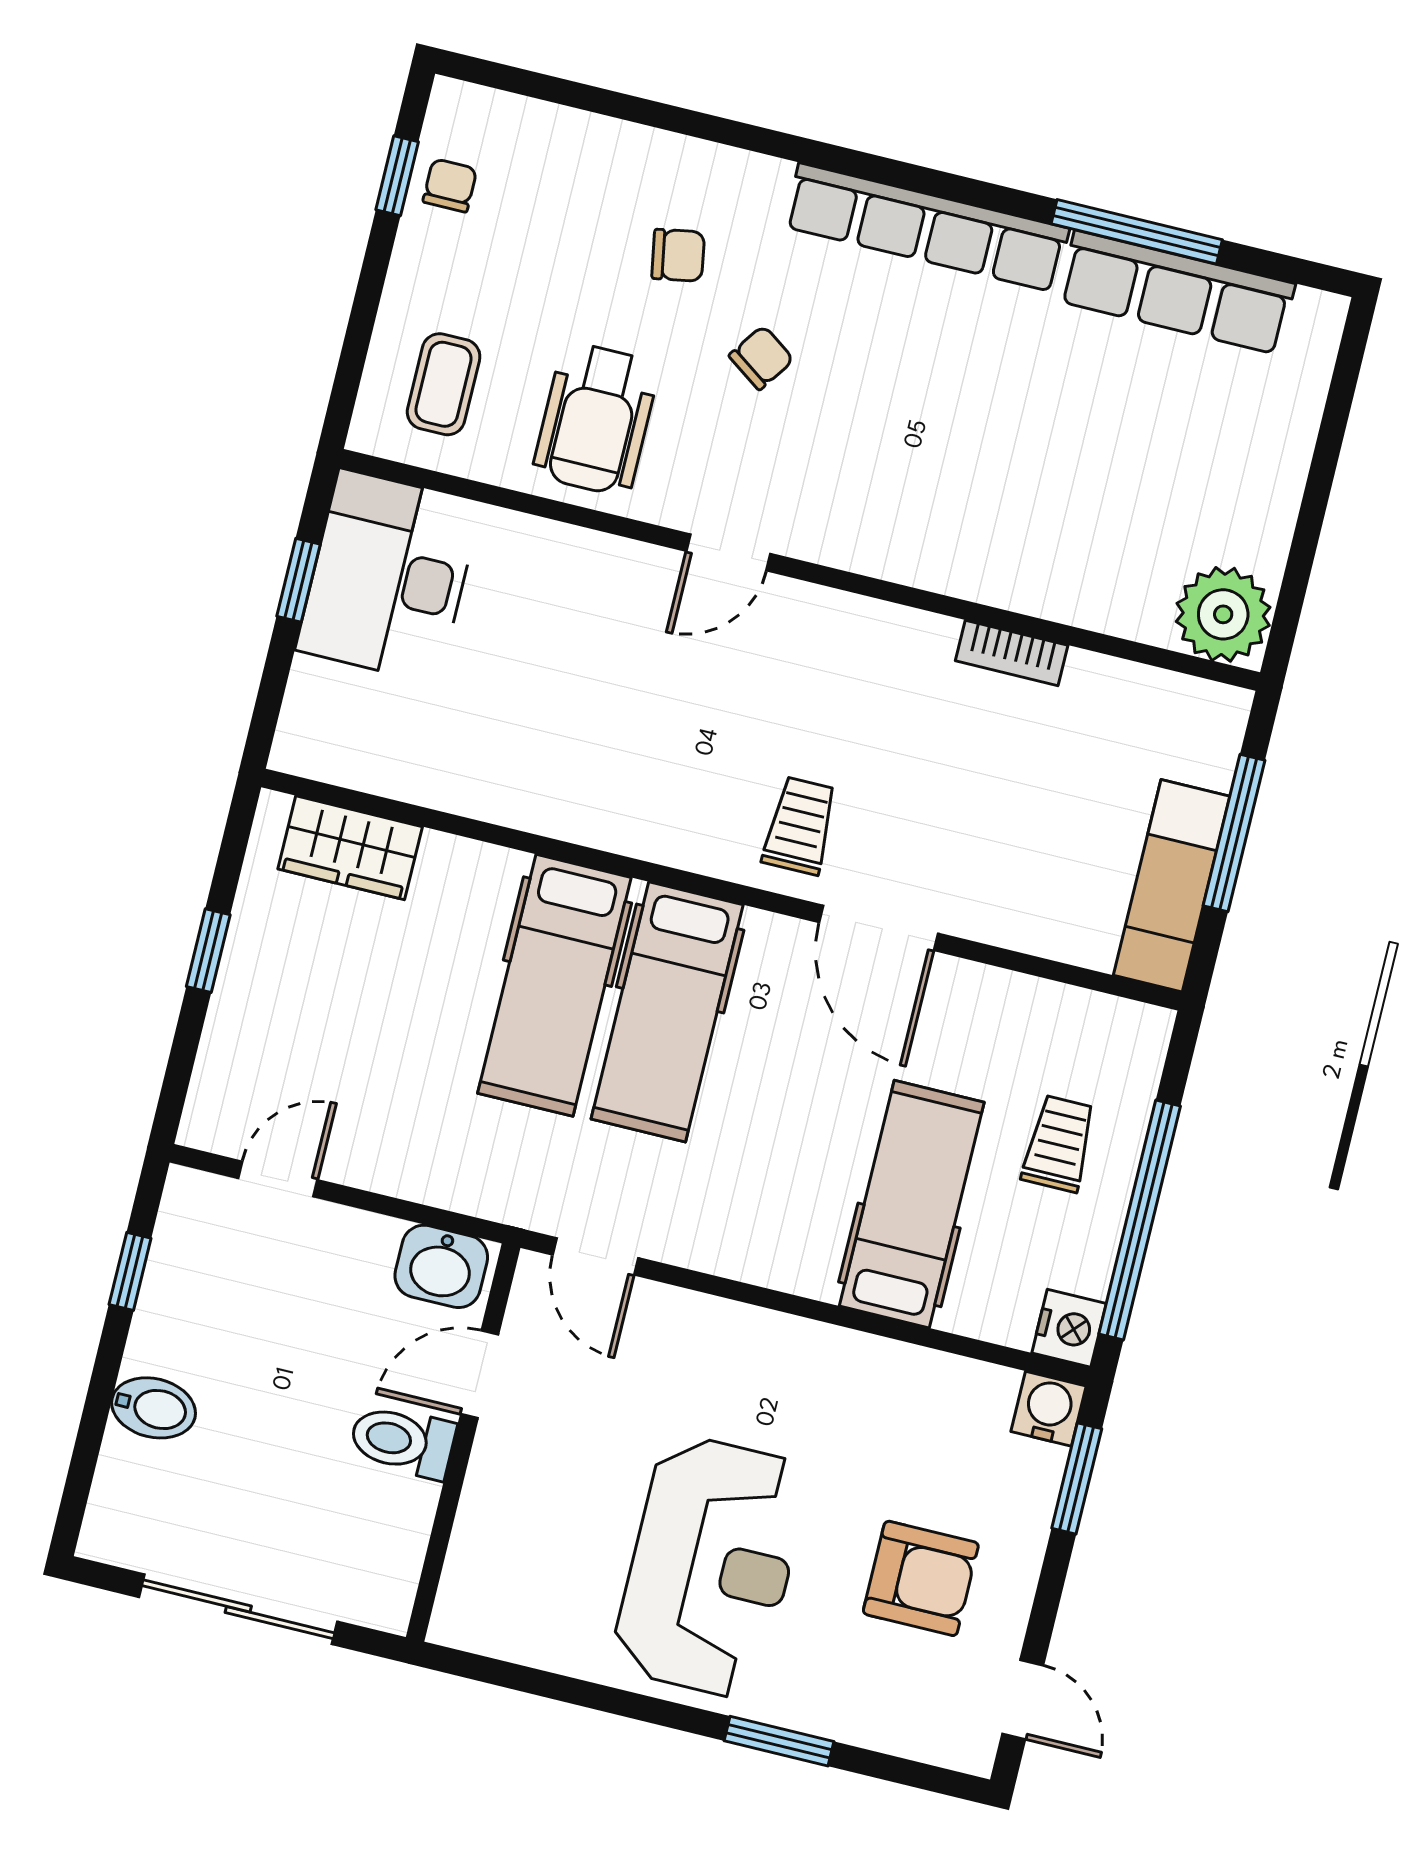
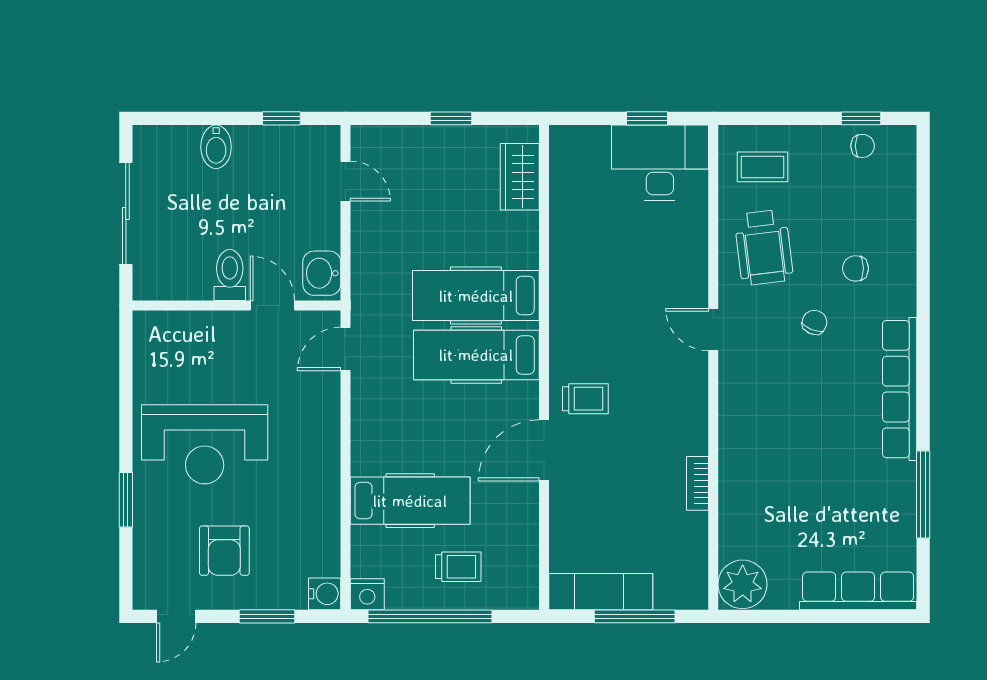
chair: (678, 255) -> (855, 268), turned 100
row of seats: (1177, 292) -> (858, 591), moved, turned 90
chair: (761, 358) -> (814, 322), turned -103
wheelchair: (596, 419) -> (764, 247), turned -97
window: (1077, 1478) -> (267, 616), moved

